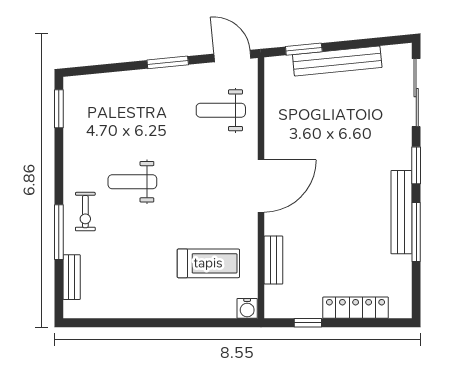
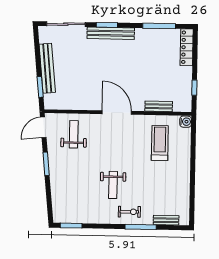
weight bench: (221, 110) -> (74, 134), turned 180
bench: (401, 212) -> (111, 33), moved
window: (416, 232) -> (159, 26), moved
locker: (356, 308) -> (187, 47), moved

